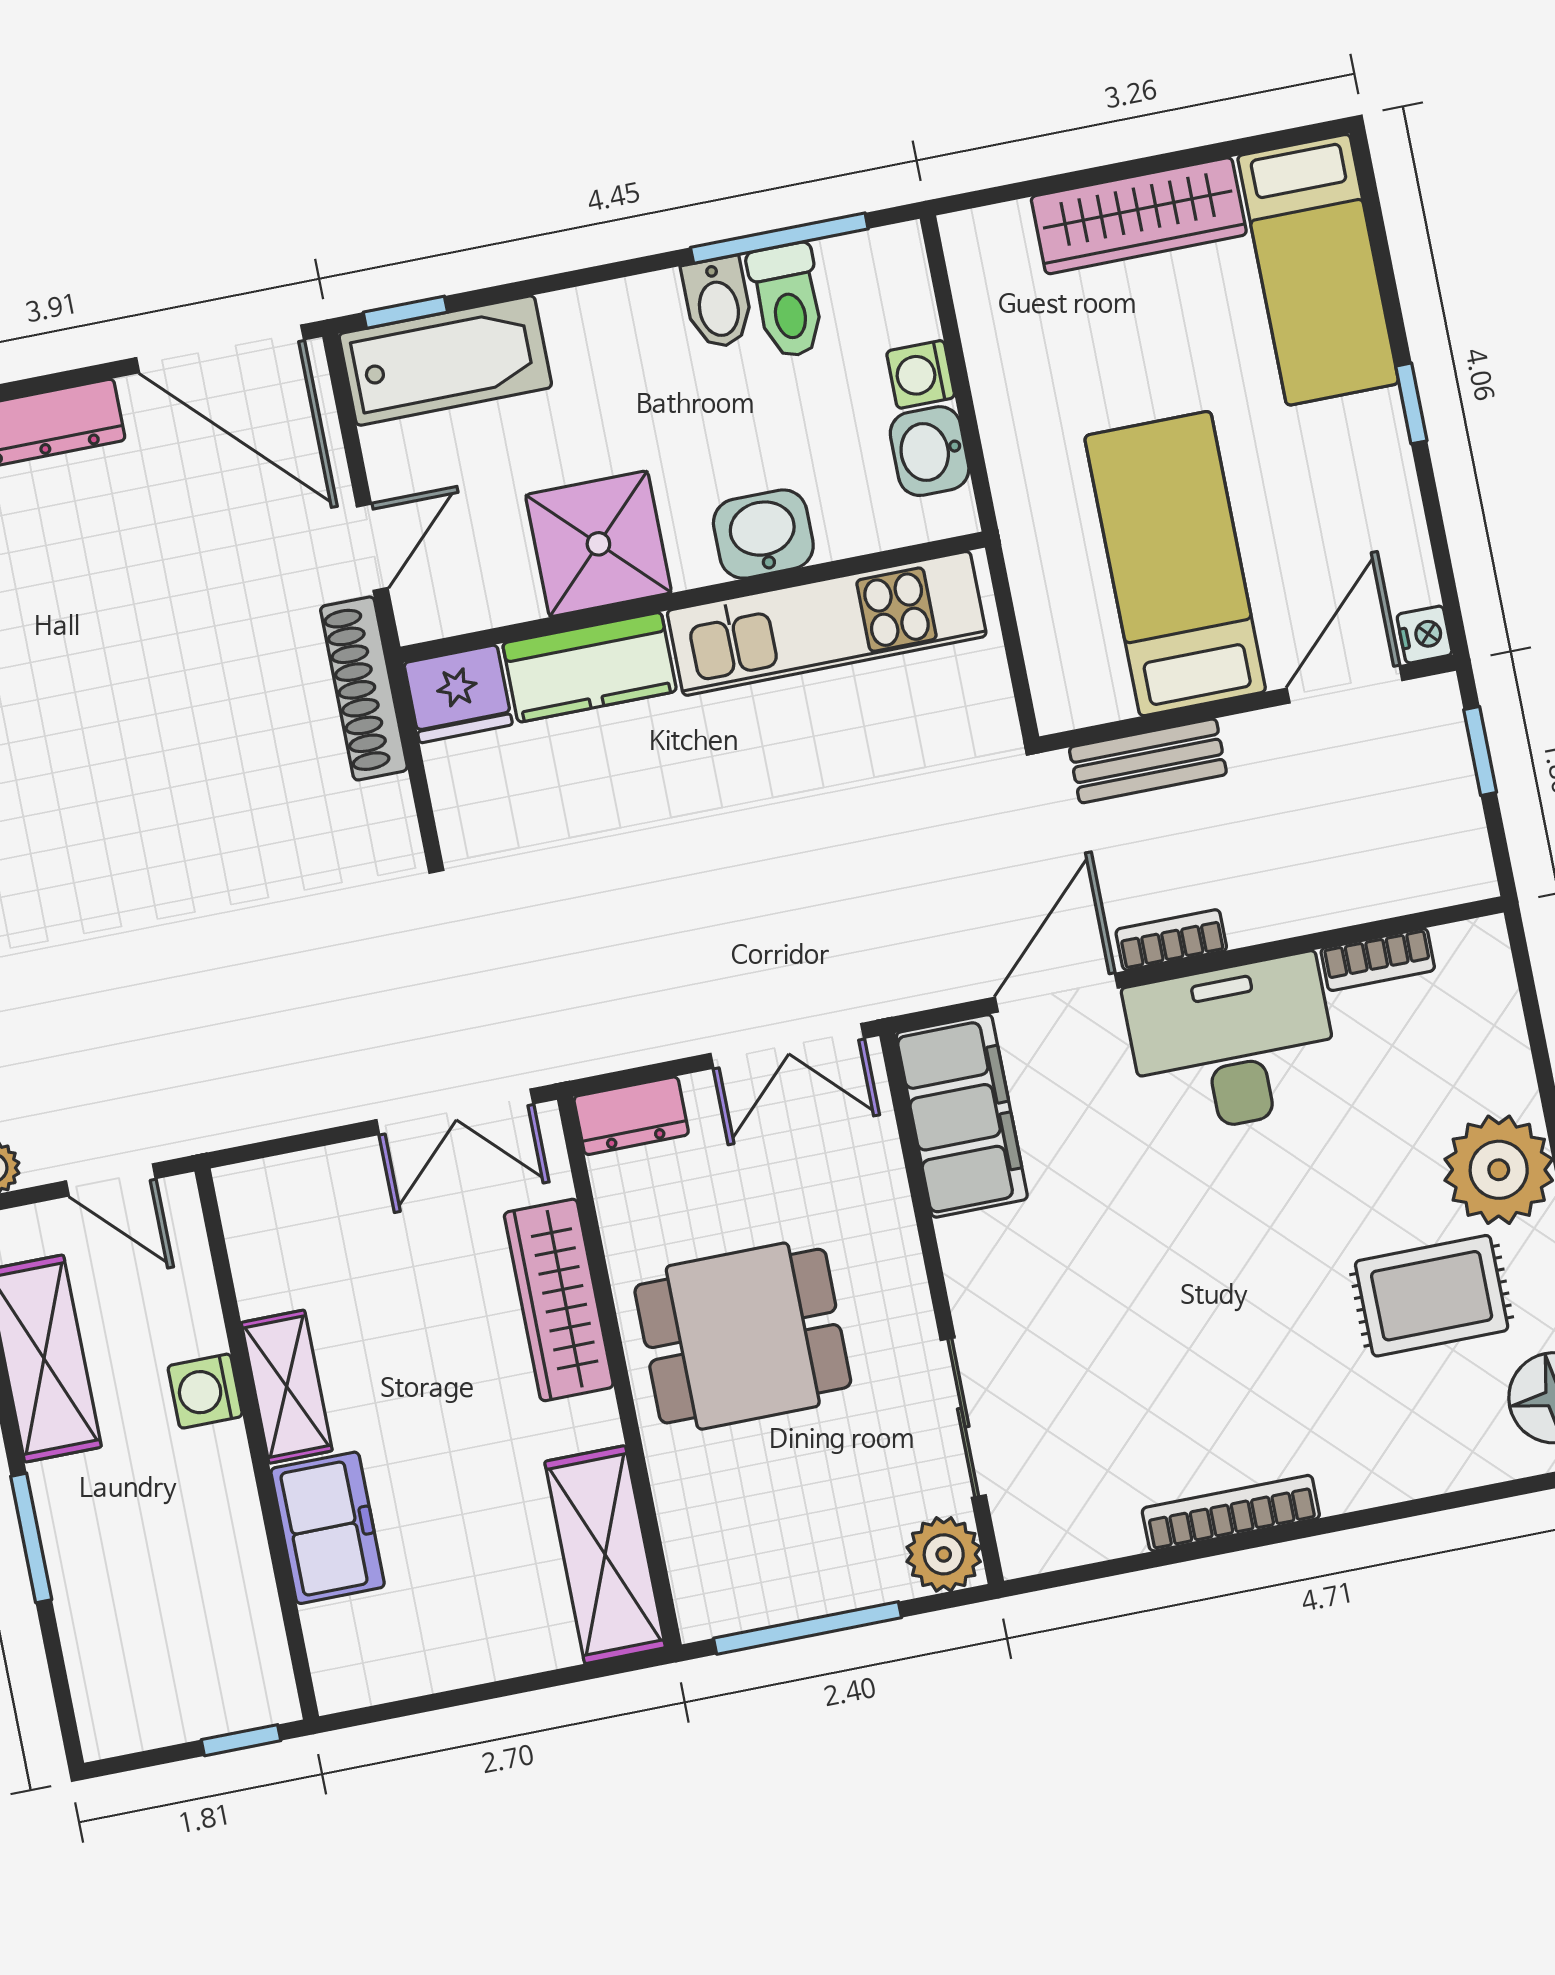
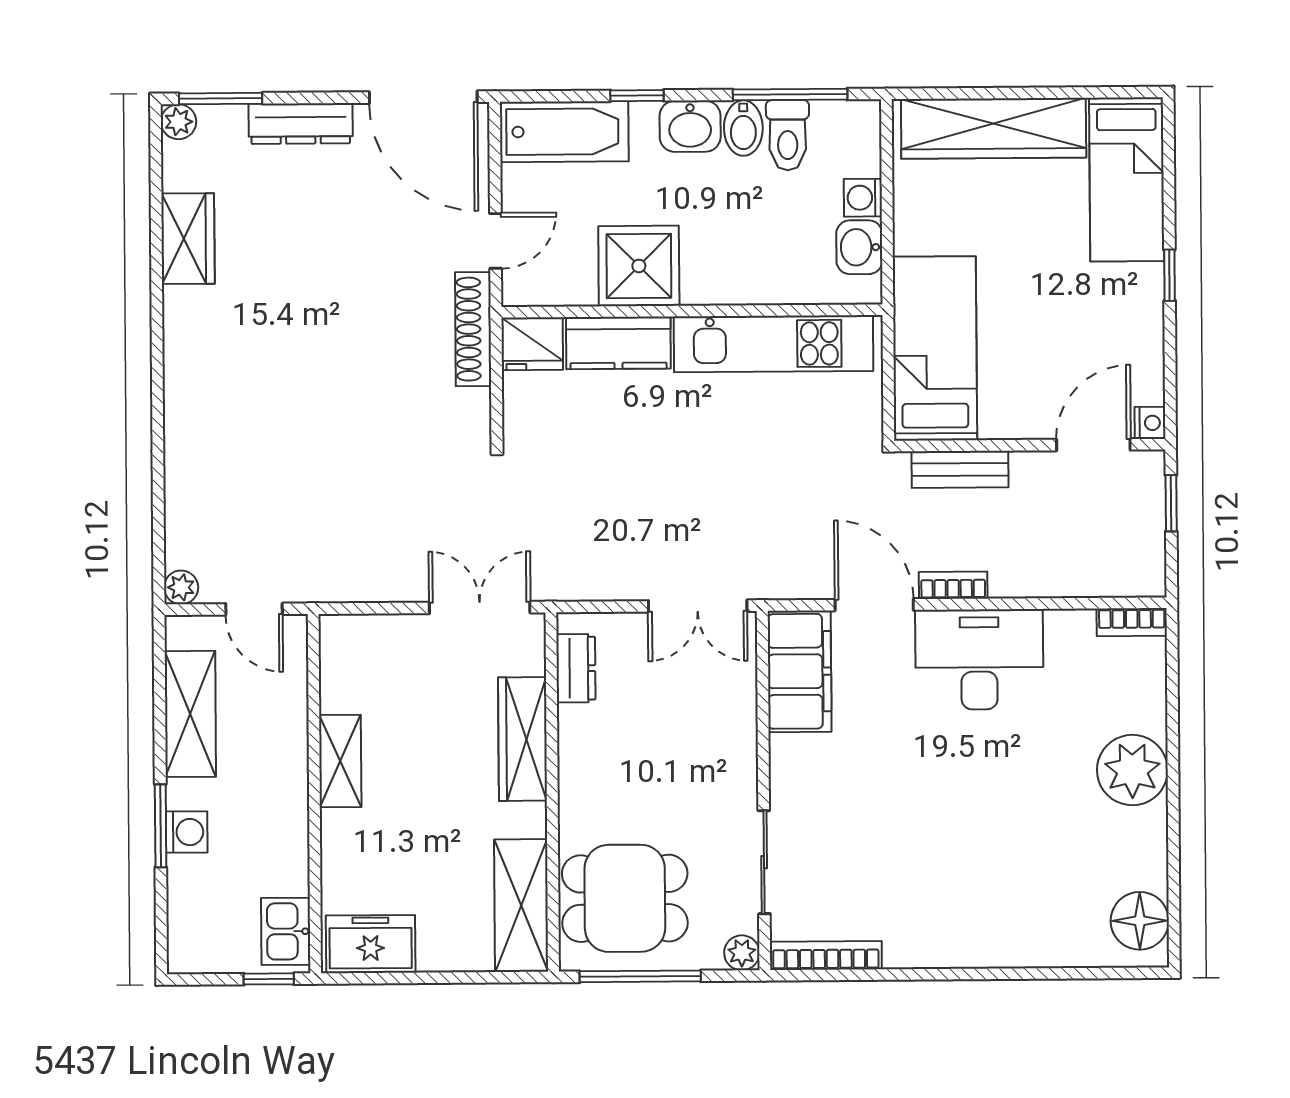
wardrobe: (1139, 216) -> (994, 128), width x1.40, depth x1.17
window: (405, 312) -> (637, 96), moved
washbasin: (763, 534) -> (690, 126), moved, turned 180
bed: (1175, 564) -> (935, 348), moved
bookcase: (1378, 960) -> (1132, 622), moved
door: (1056, 993) -> (874, 605), hinge flipped
double door: (455, 1112) -> (480, 608), swing flipped
dresser: (631, 1116) -> (576, 668), moved, turned -90
rug: (1432, 1296) -> (1075, 842), removed
dining table: (743, 1336) -> (625, 898), moved
washing machine: (205, 1391) -> (187, 832), moved, turned 180
bookcase: (1231, 1513) -> (826, 955), moved
freezer: (328, 1528) -> (371, 944), moved, turned -90
plant: (944, 1554) -> (742, 953), width x0.73, depth x0.73
kitchen sink: (253, 1663) -> (286, 931), added

